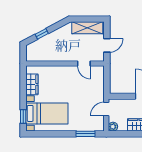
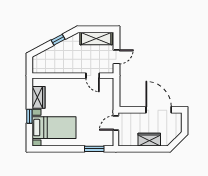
window: (42, 34) -> (58, 40), moved
window: (23, 116) -> (29, 116), moved
plant: (113, 127) -> (123, 141), removed

